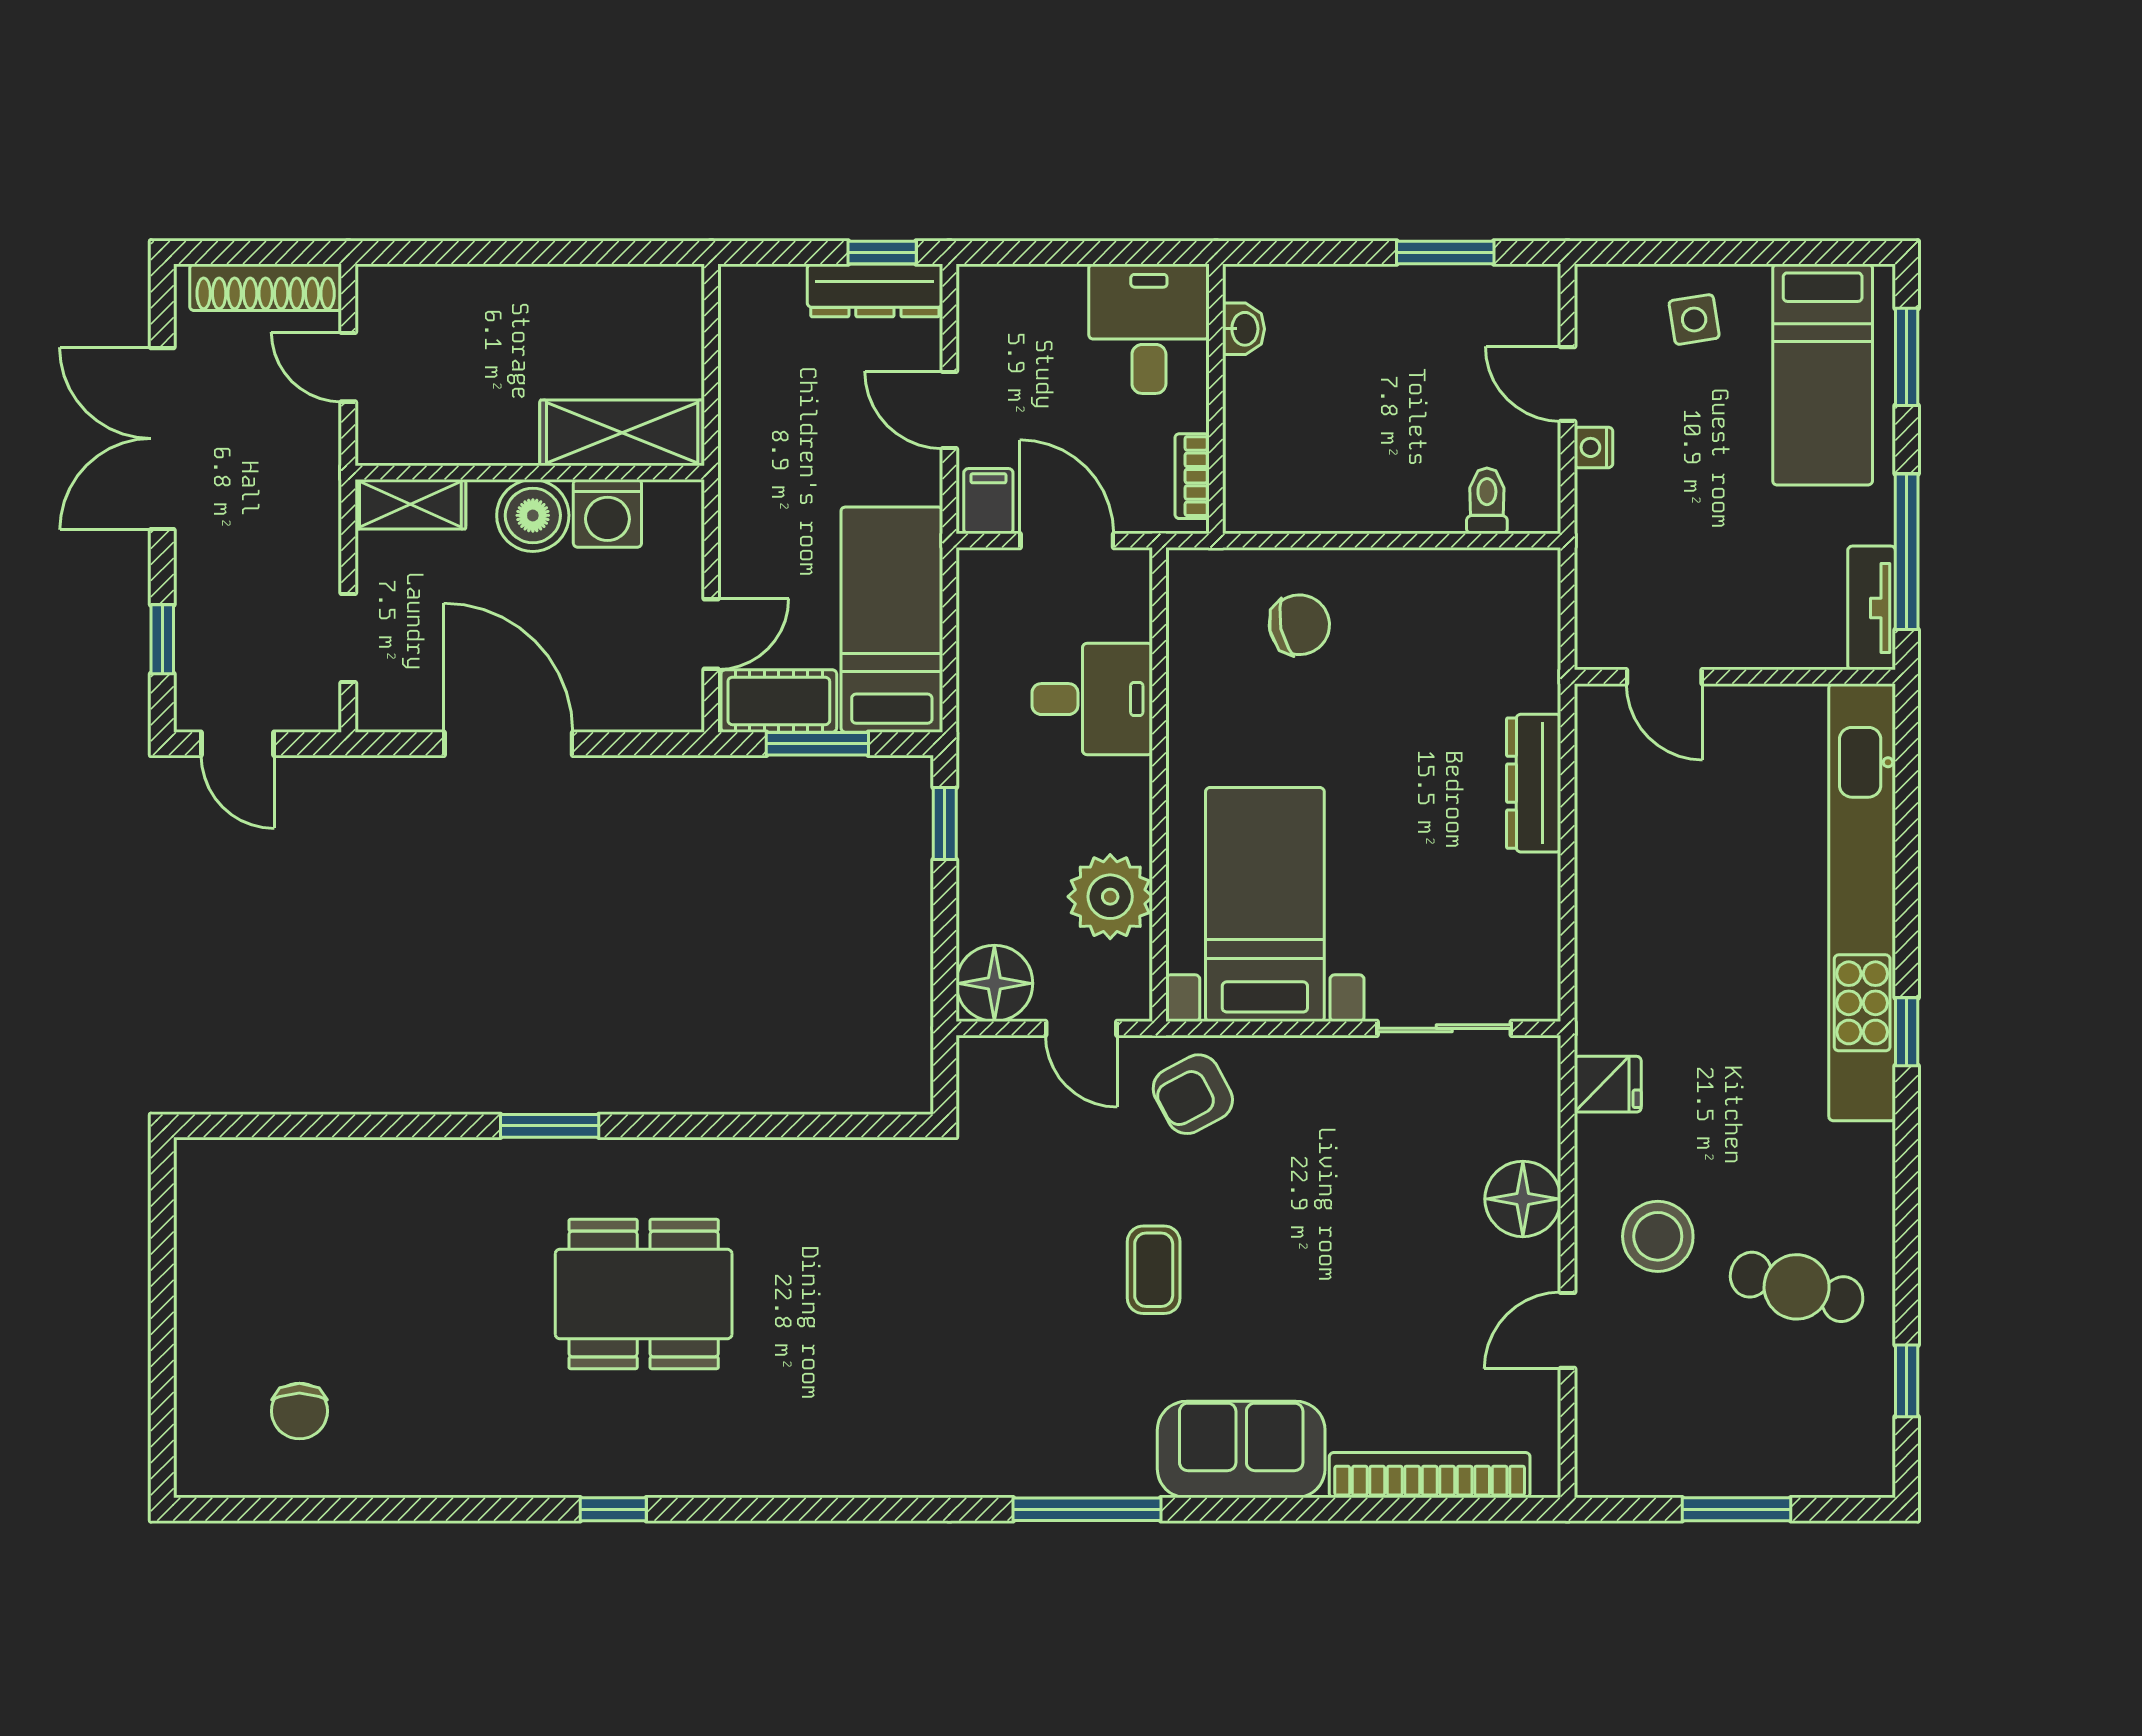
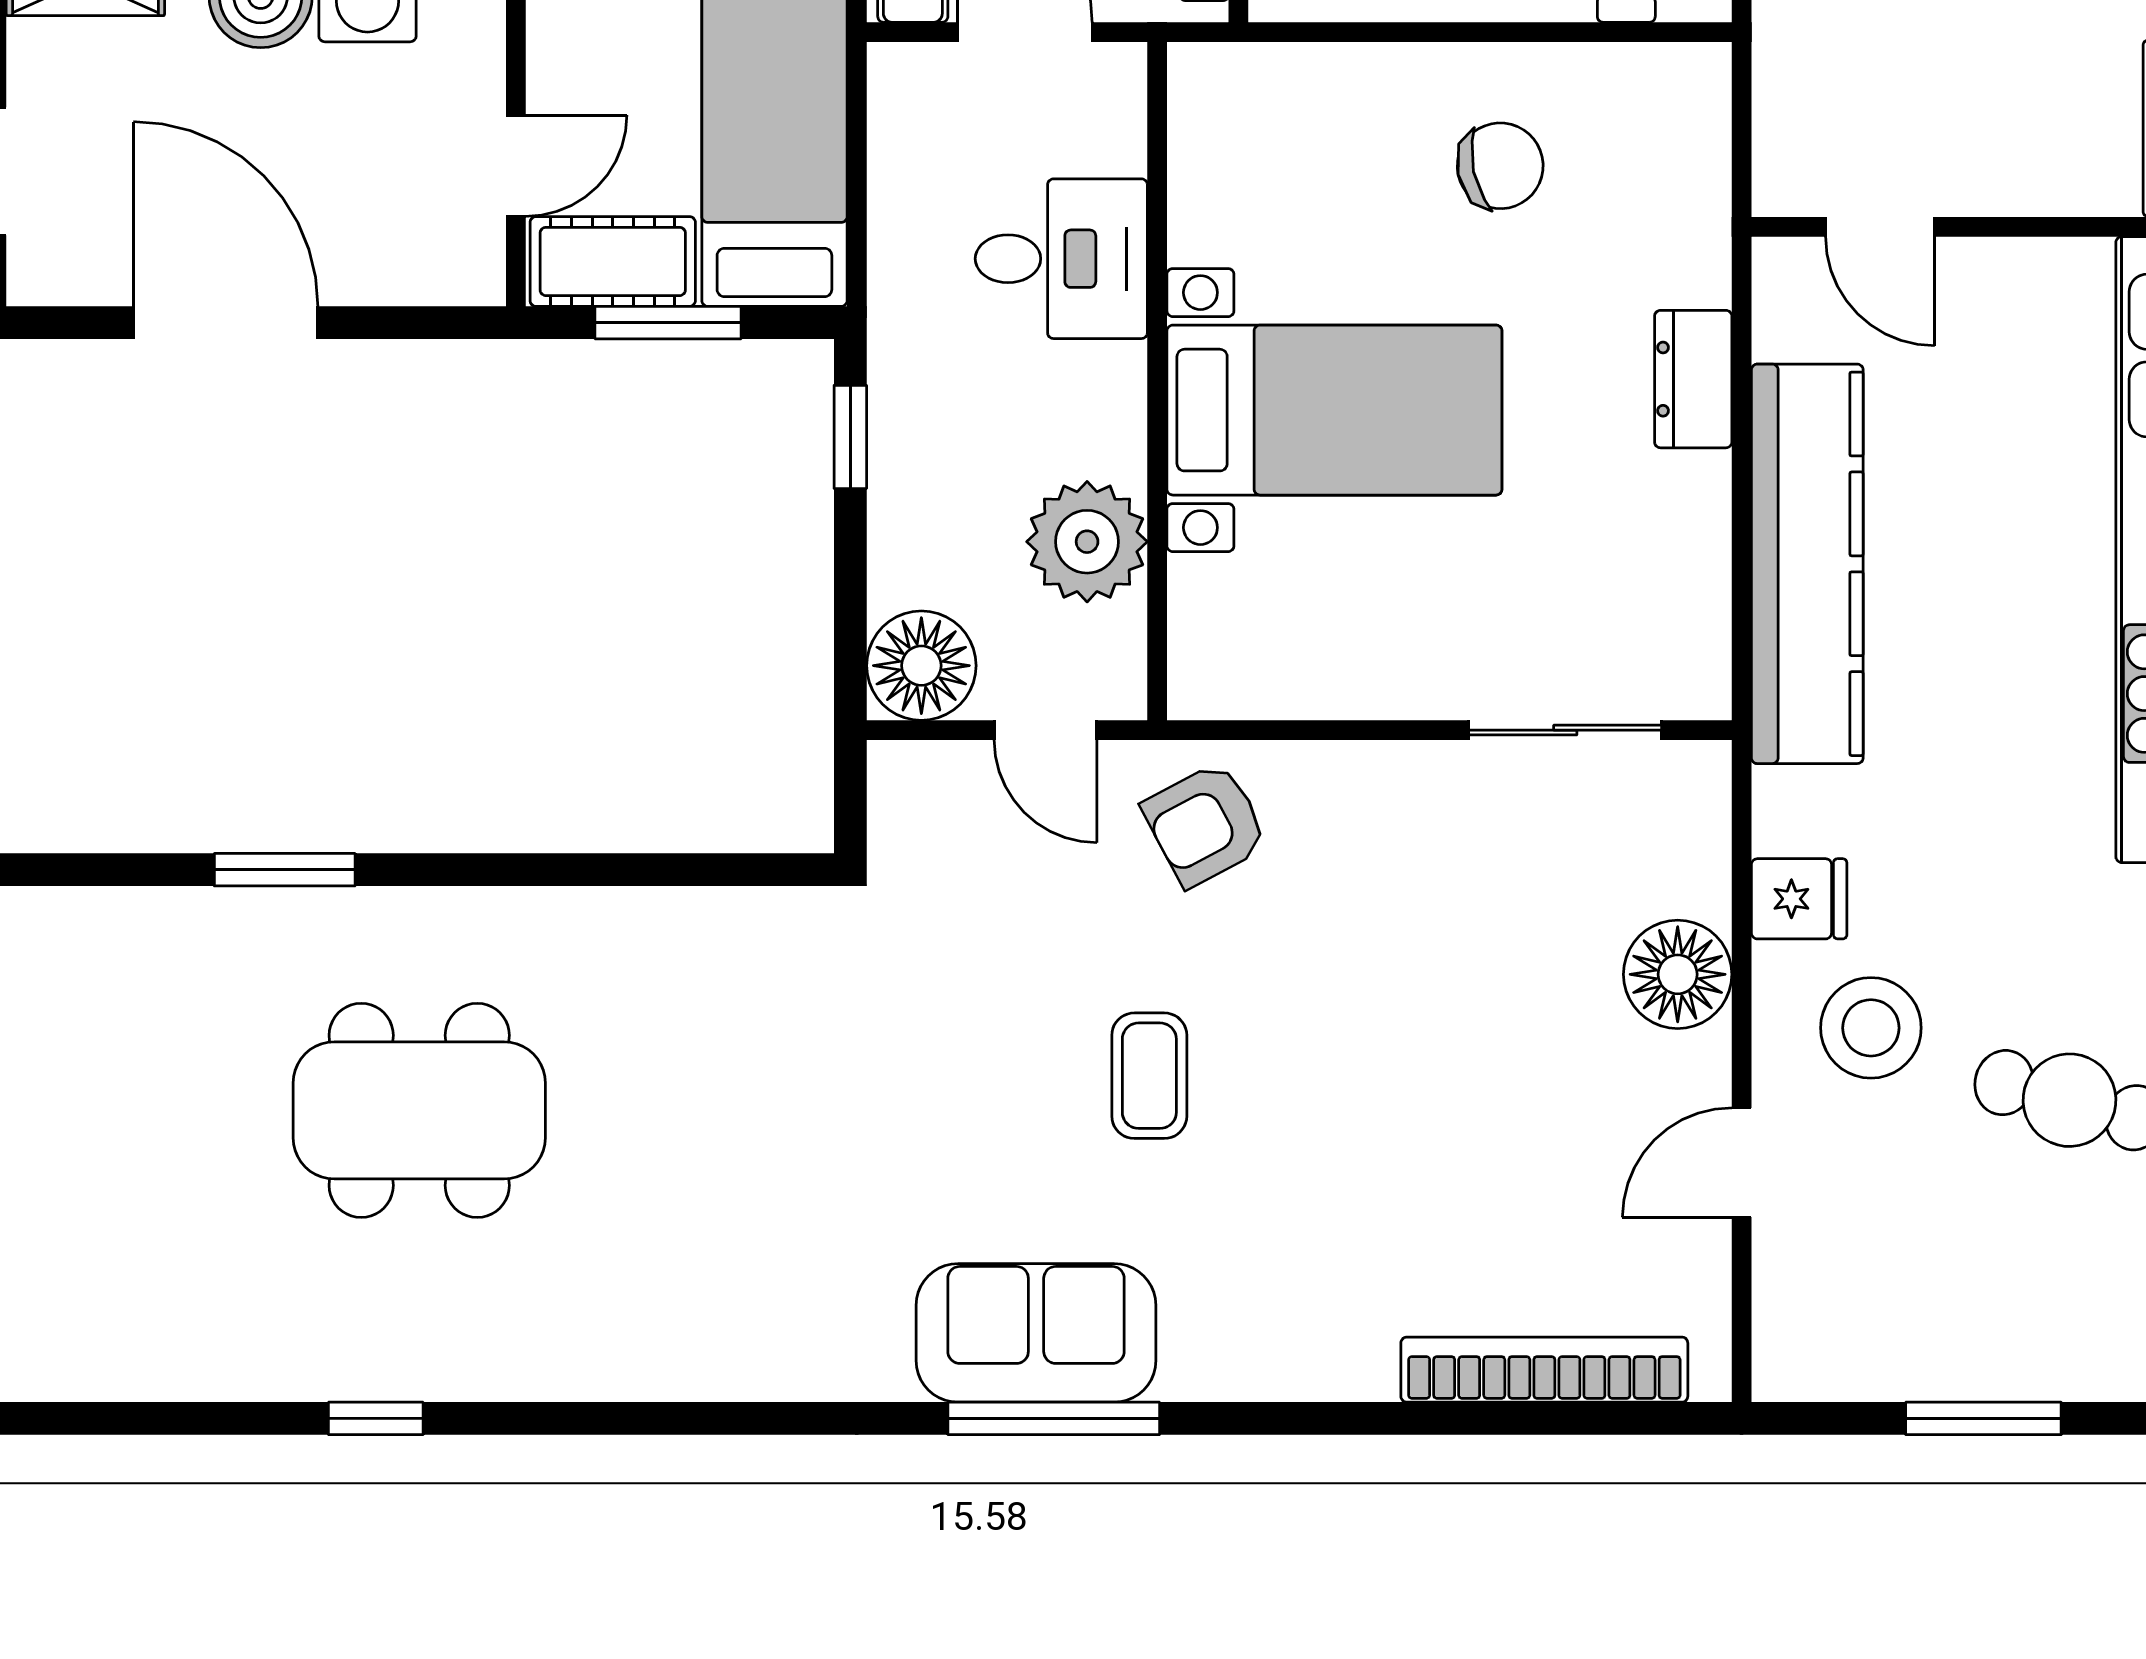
chair: (1299, 625) -> (1500, 166), moved
dresser: (1534, 783) -> (1693, 379), width x0.70
bed with nightstands: (1265, 904) -> (1334, 410), moved, turned 90
kitchen counter: (1613, 912) -> (1807, 564), added
fridge: (1608, 1084) -> (1799, 899), moved
sofa: (1241, 1449) -> (1036, 1333), moved

